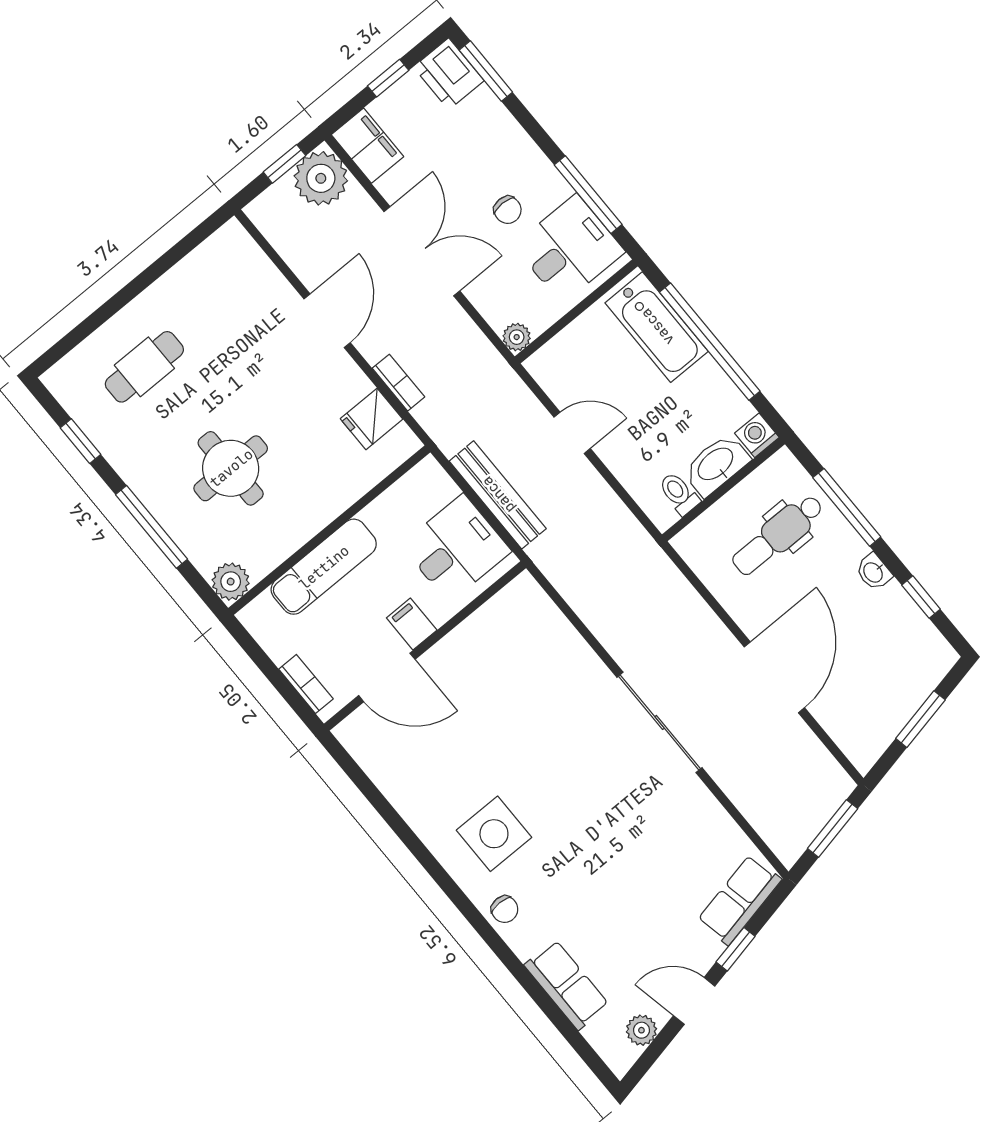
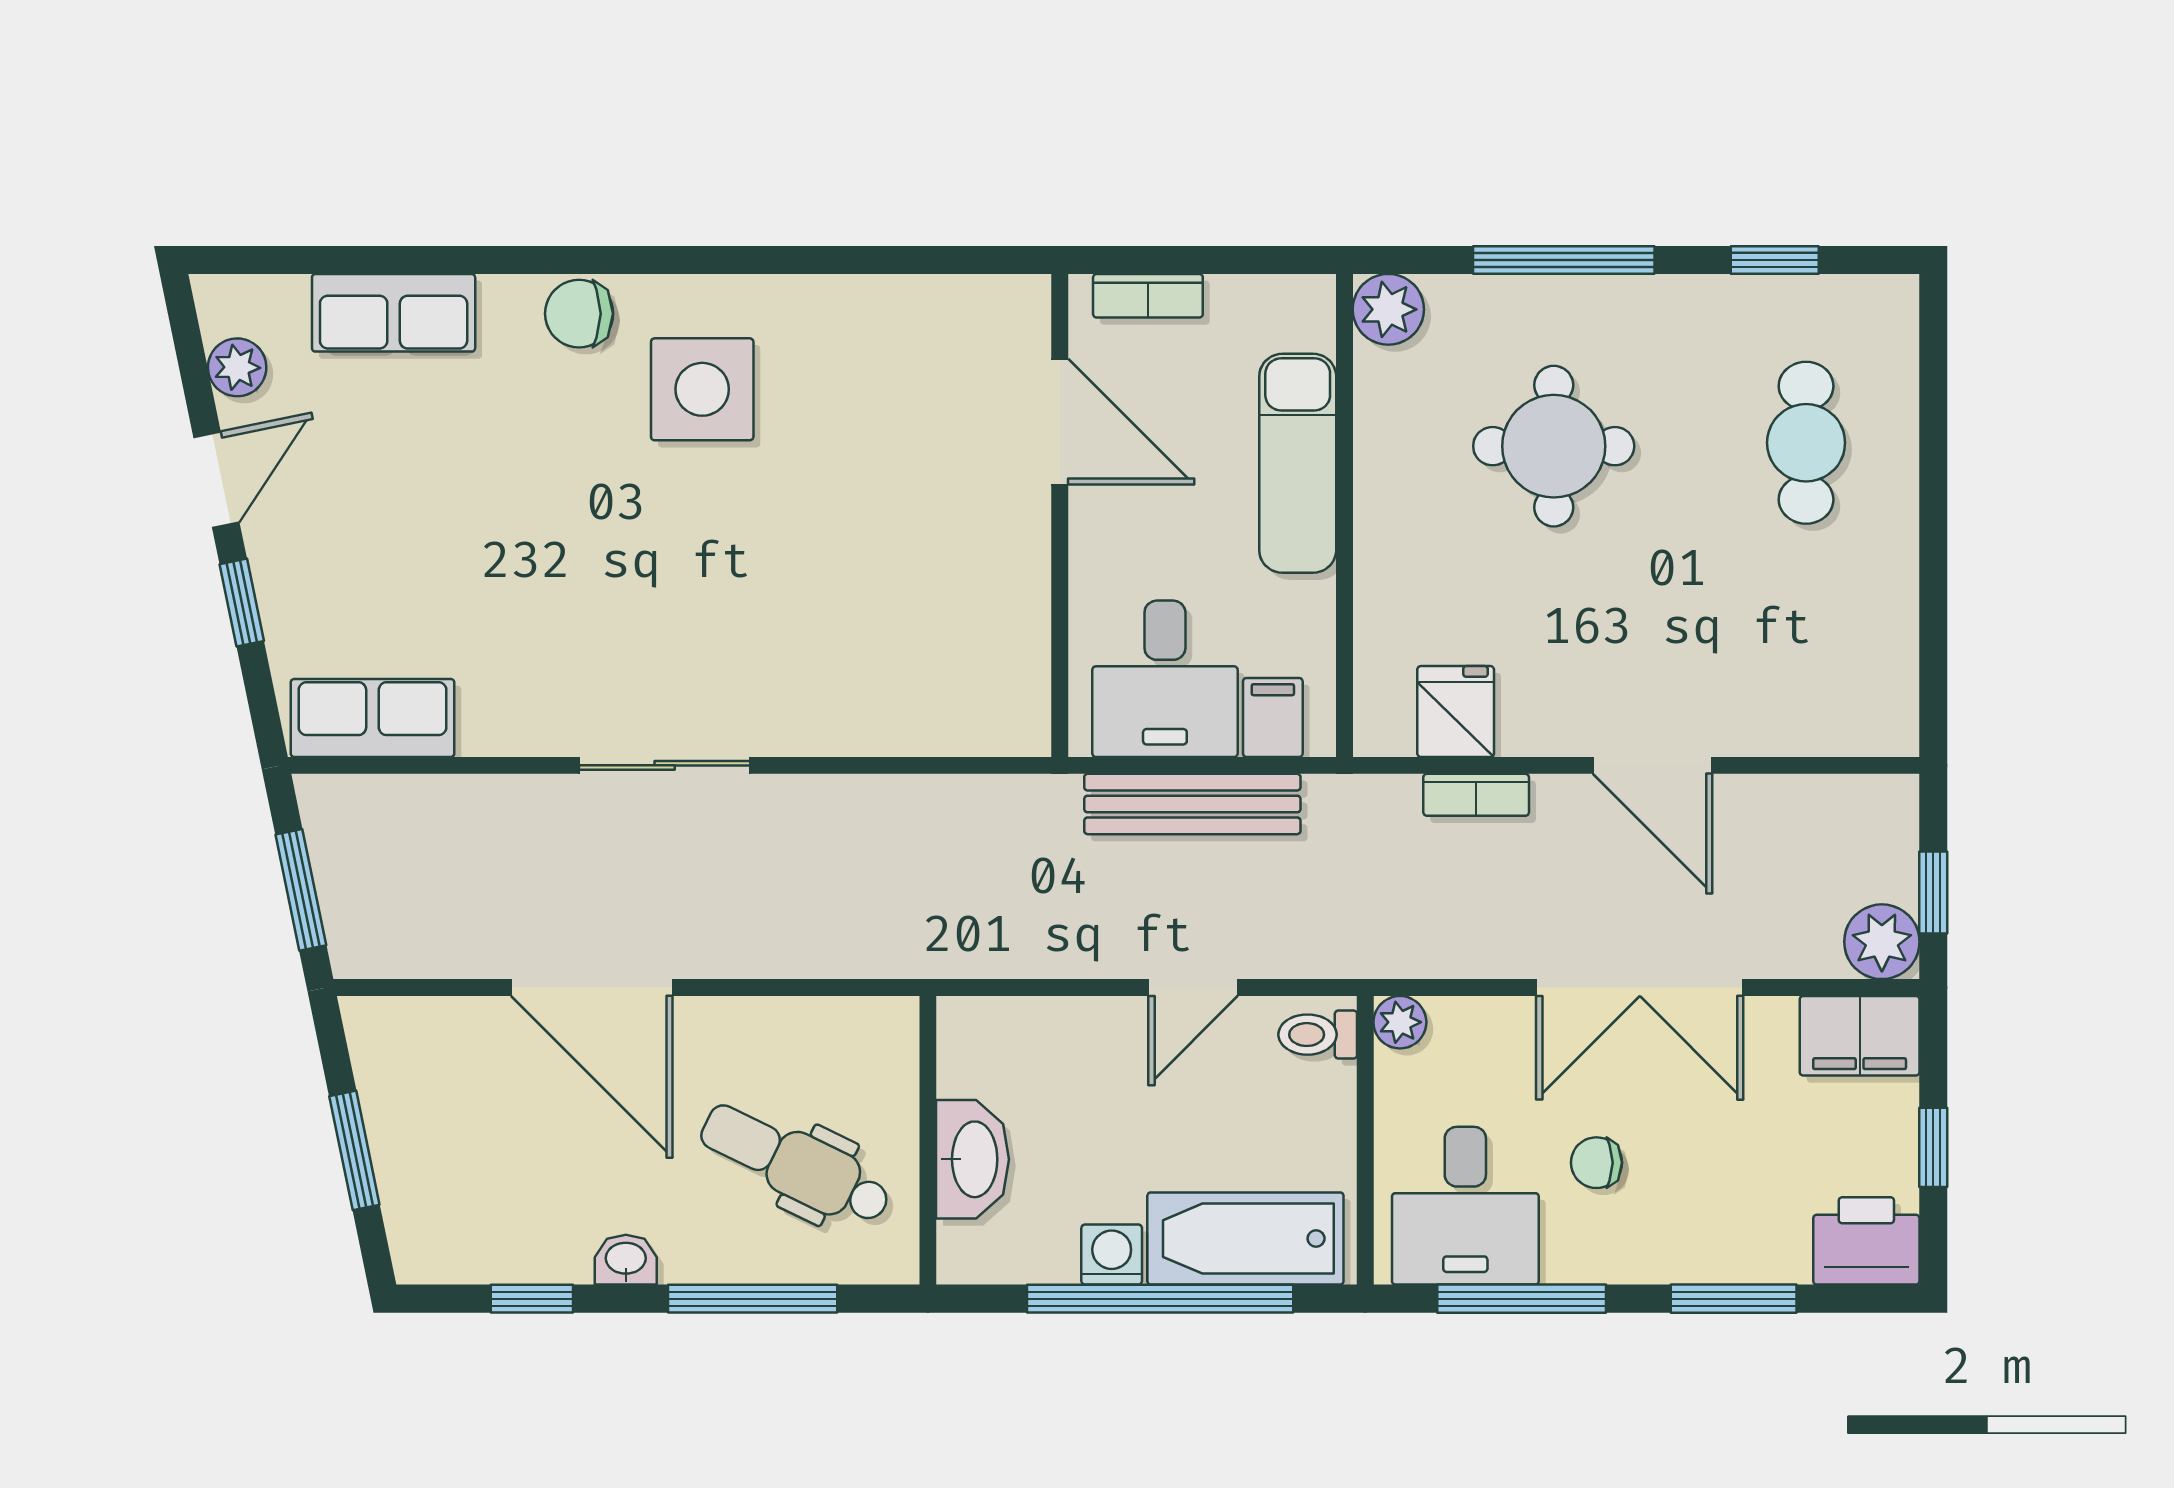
window: (486, 71) -> (1734, 1299), moved
plant: (321, 178) -> (1882, 942), width x0.73, depth x0.73
washing machine: (757, 435) -> (1112, 1255), moved, turned -90
toilet: (679, 494) -> (1318, 1035), moved, turned 180
dental chair: (778, 535) -> (796, 1164), turned -64
filing cabinet: (412, 624) -> (1273, 717), moved, turned -90
door: (387, 677) -> (1060, 422), swing flipped
sliding door: (660, 722) -> (665, 765), width x0.73
row of seats: (739, 900) -> (372, 718), moved, turned -78
chair: (505, 909) -> (579, 314), width x1.37, depth x1.37

